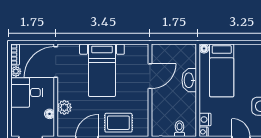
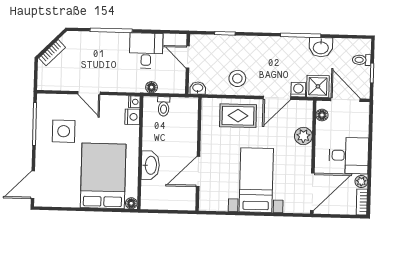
bed: (222, 70) -> (103, 176), width x1.50
floor lamp: (50, 114) -> (322, 115), moved

